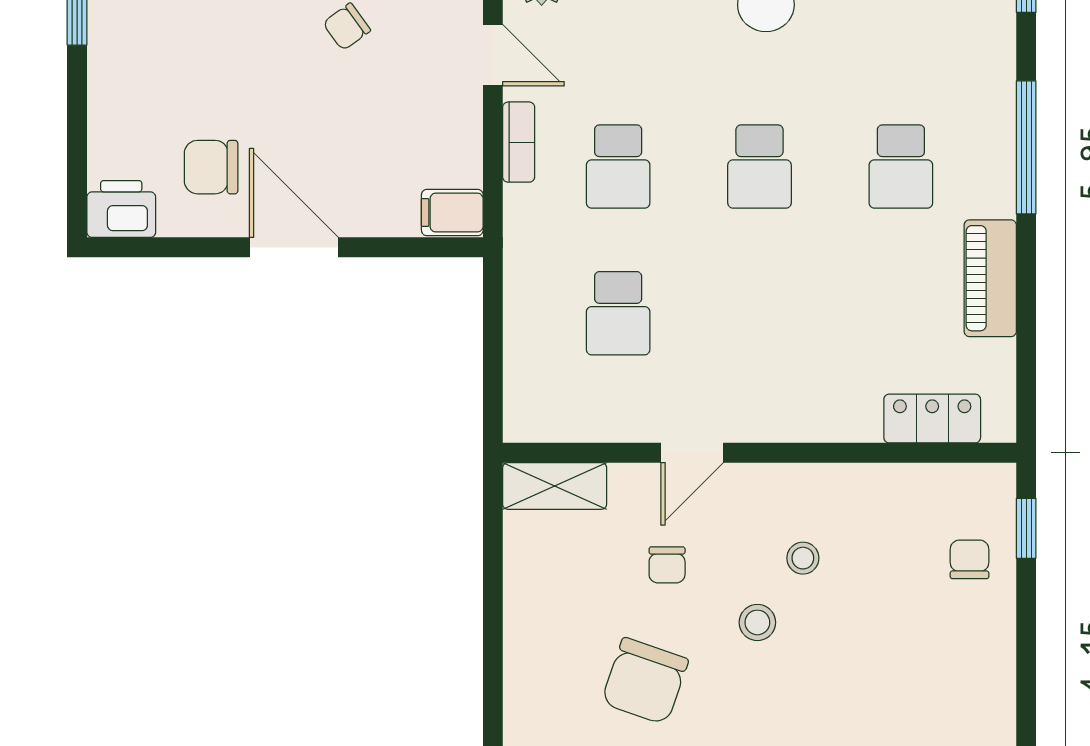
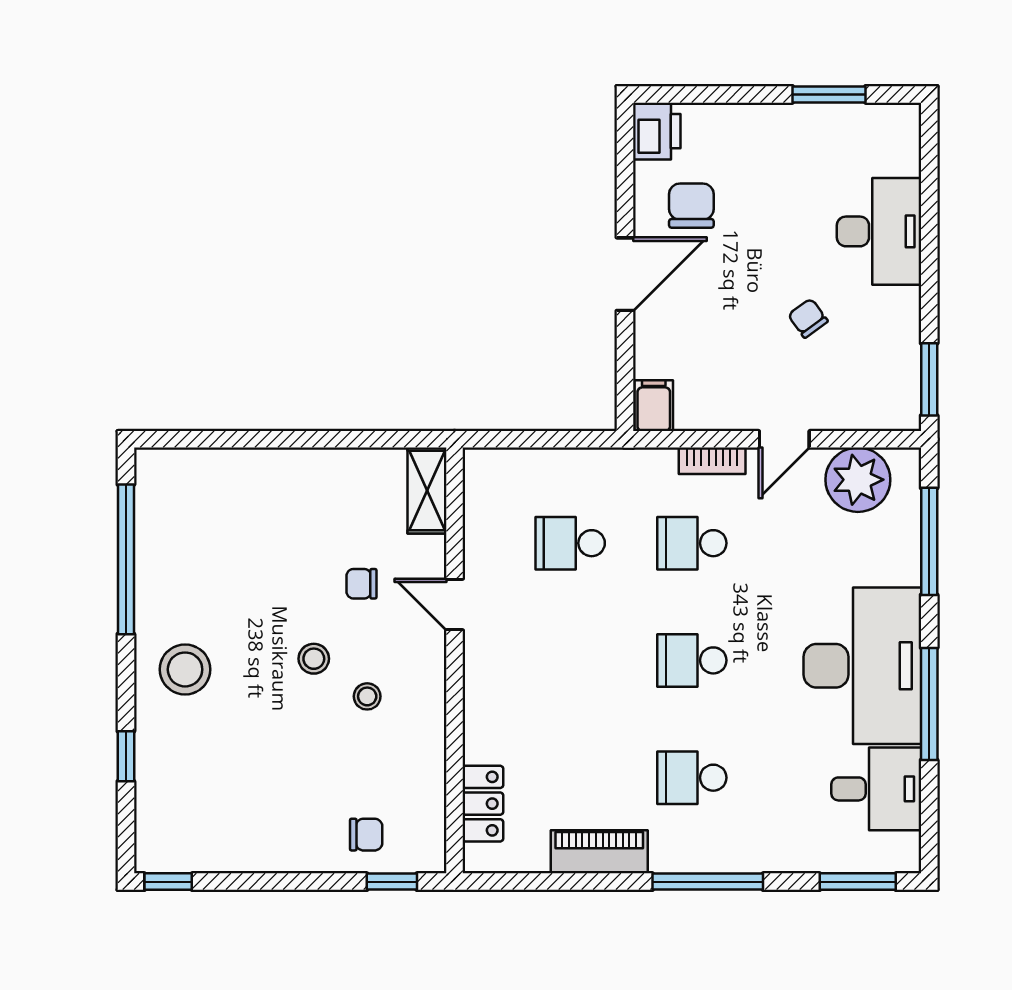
chair: (645, 681) -> (265, 565), removed

